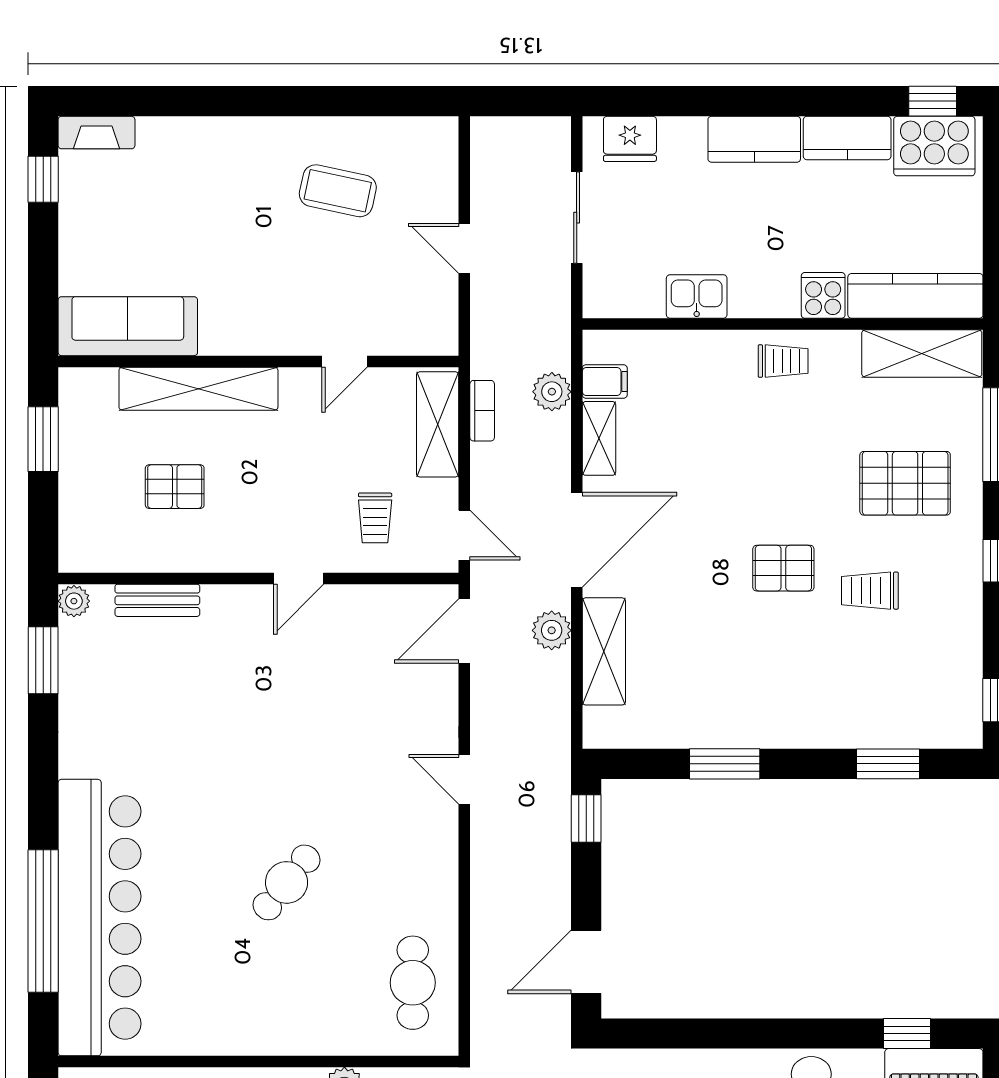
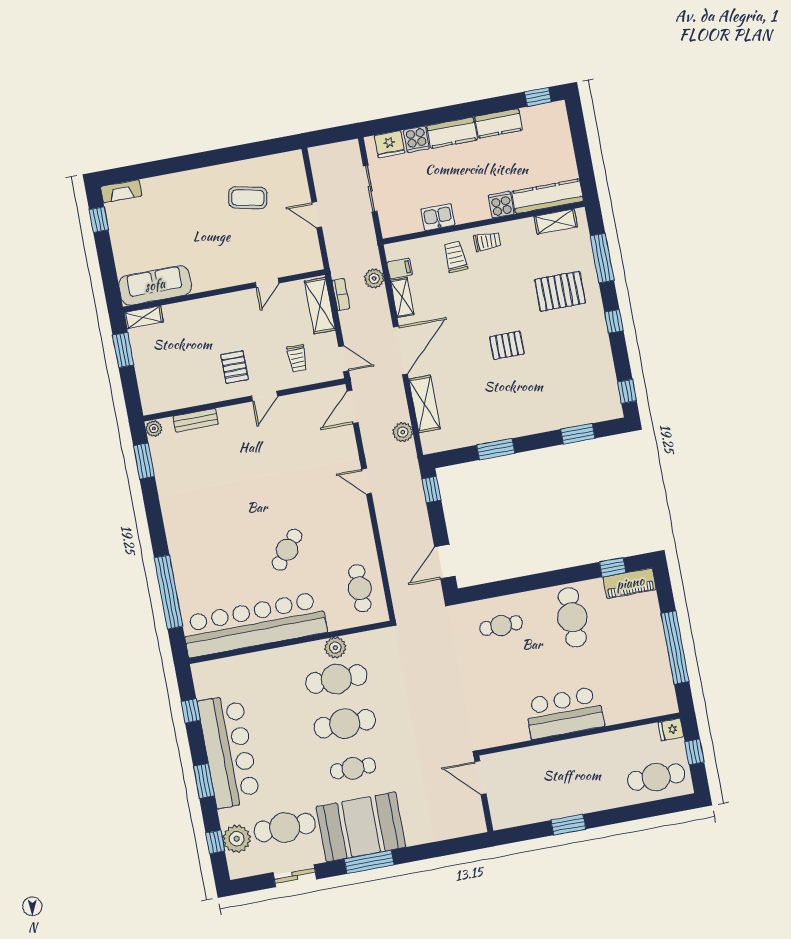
cooker: (934, 146) -> (416, 139), moved, width x0.53, depth x0.76
shelving: (922, 354) -> (556, 222), width x0.67, depth x0.75
shelving: (198, 389) -> (144, 317), moved, width x0.45, depth x0.75
pallet: (175, 487) -> (235, 367), moved, turned 90
trolley: (870, 591) -> (455, 257), moved, turned 87
plant: (552, 630) -> (403, 432), moved
bar counter: (99, 918) -> (254, 625), moved, turned -90

